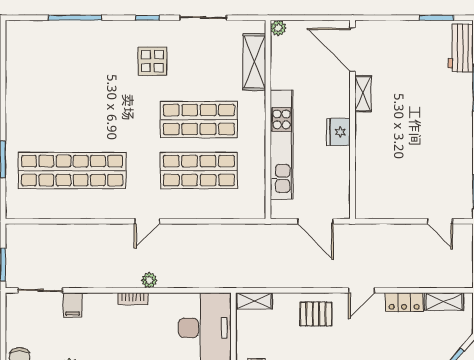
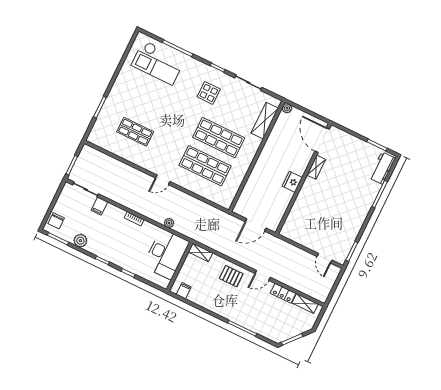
checkout: (56, 53) -> (158, 63), added
kitchen unit: (282, 145) -> (258, 173), removed
shop shelf: (72, 171) -> (135, 132), width x0.50, depth x0.74
door: (315, 221) -> (256, 225), hinge flipped
plant: (149, 280) -> (169, 223), moved

